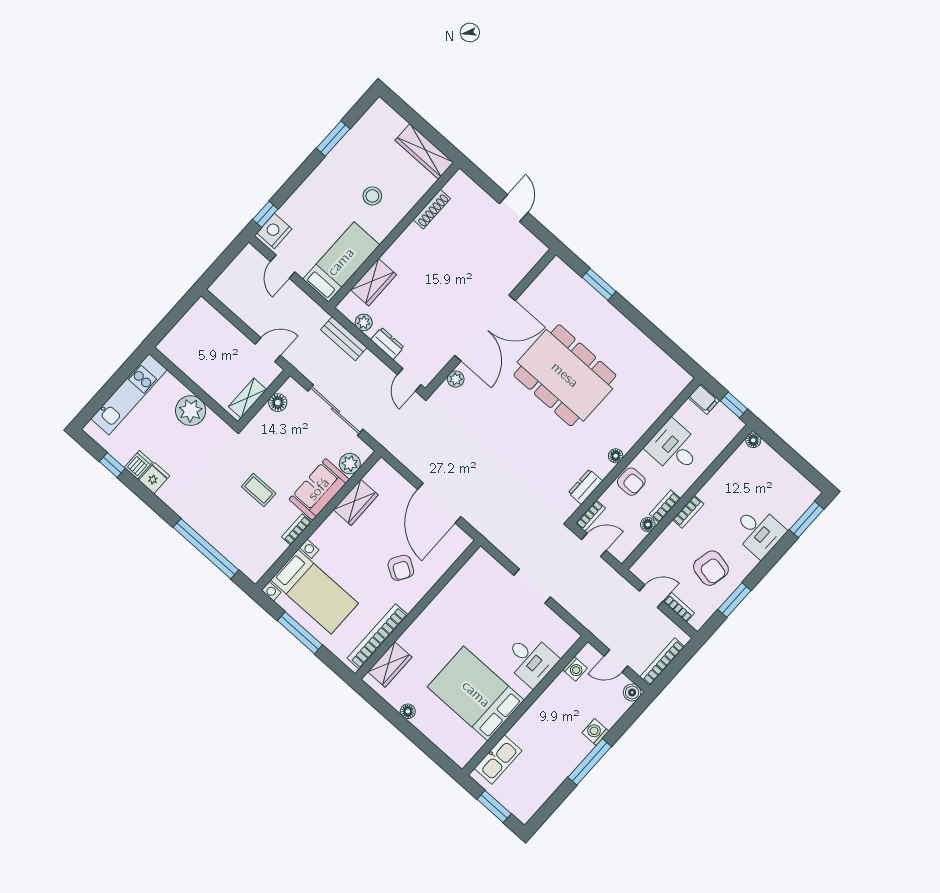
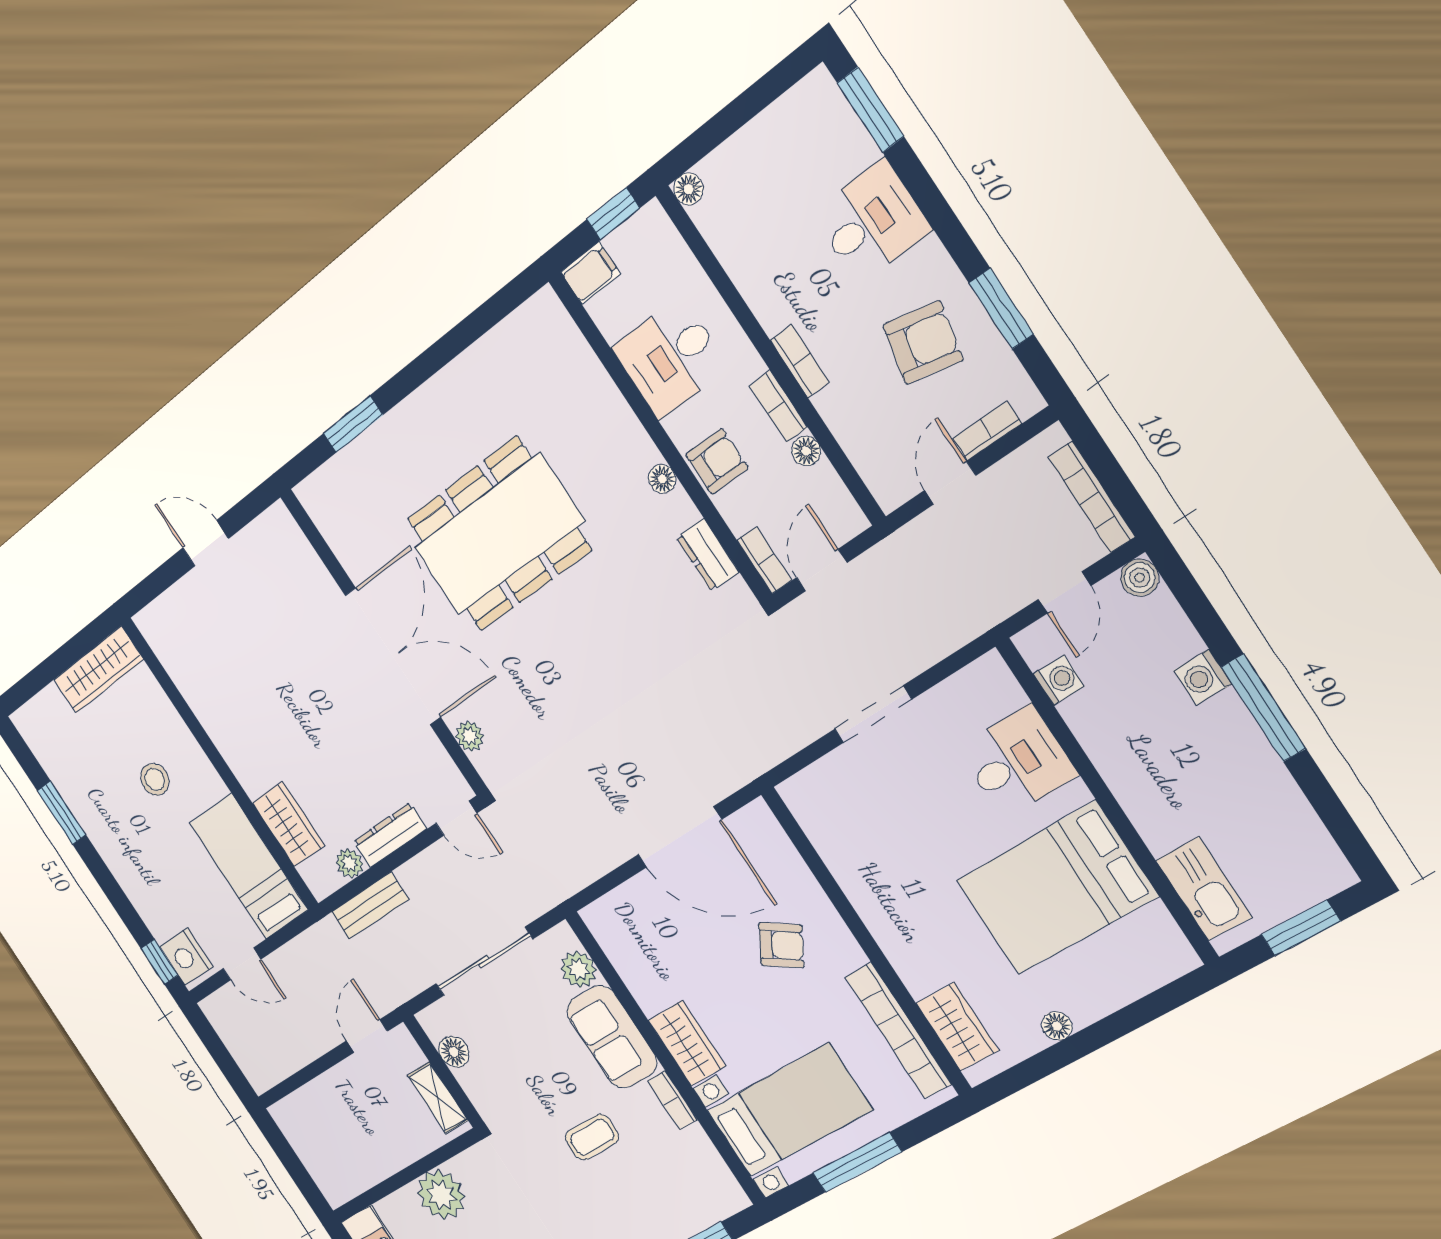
shoe rack: (432, 209) -> (188, 686), removed
dresser: (387, 343) -> (390, 835), width x1.44
wardrobe: (356, 502) -> (687, 1043), moved

